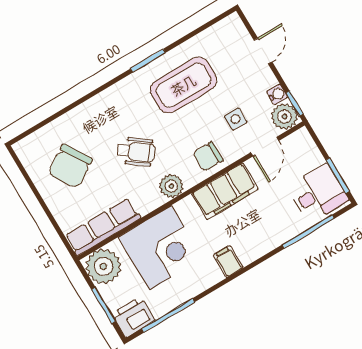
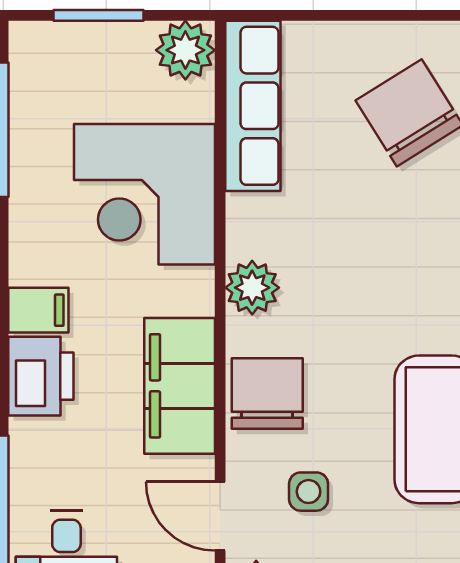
wheelchair: (136, 152) -> (361, 259), removed
chair: (208, 157) -> (267, 394), width x1.37, depth x1.37
plant: (103, 266) -> (185, 50), width x0.73, depth x0.73
printer: (133, 317) -> (41, 376), moved

